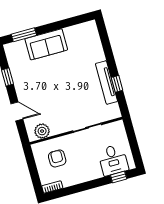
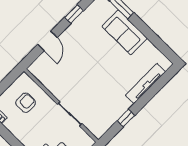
tv unit: (106, 83) -> (145, 83), moved
plant: (42, 131) -> (43, 74), removed

